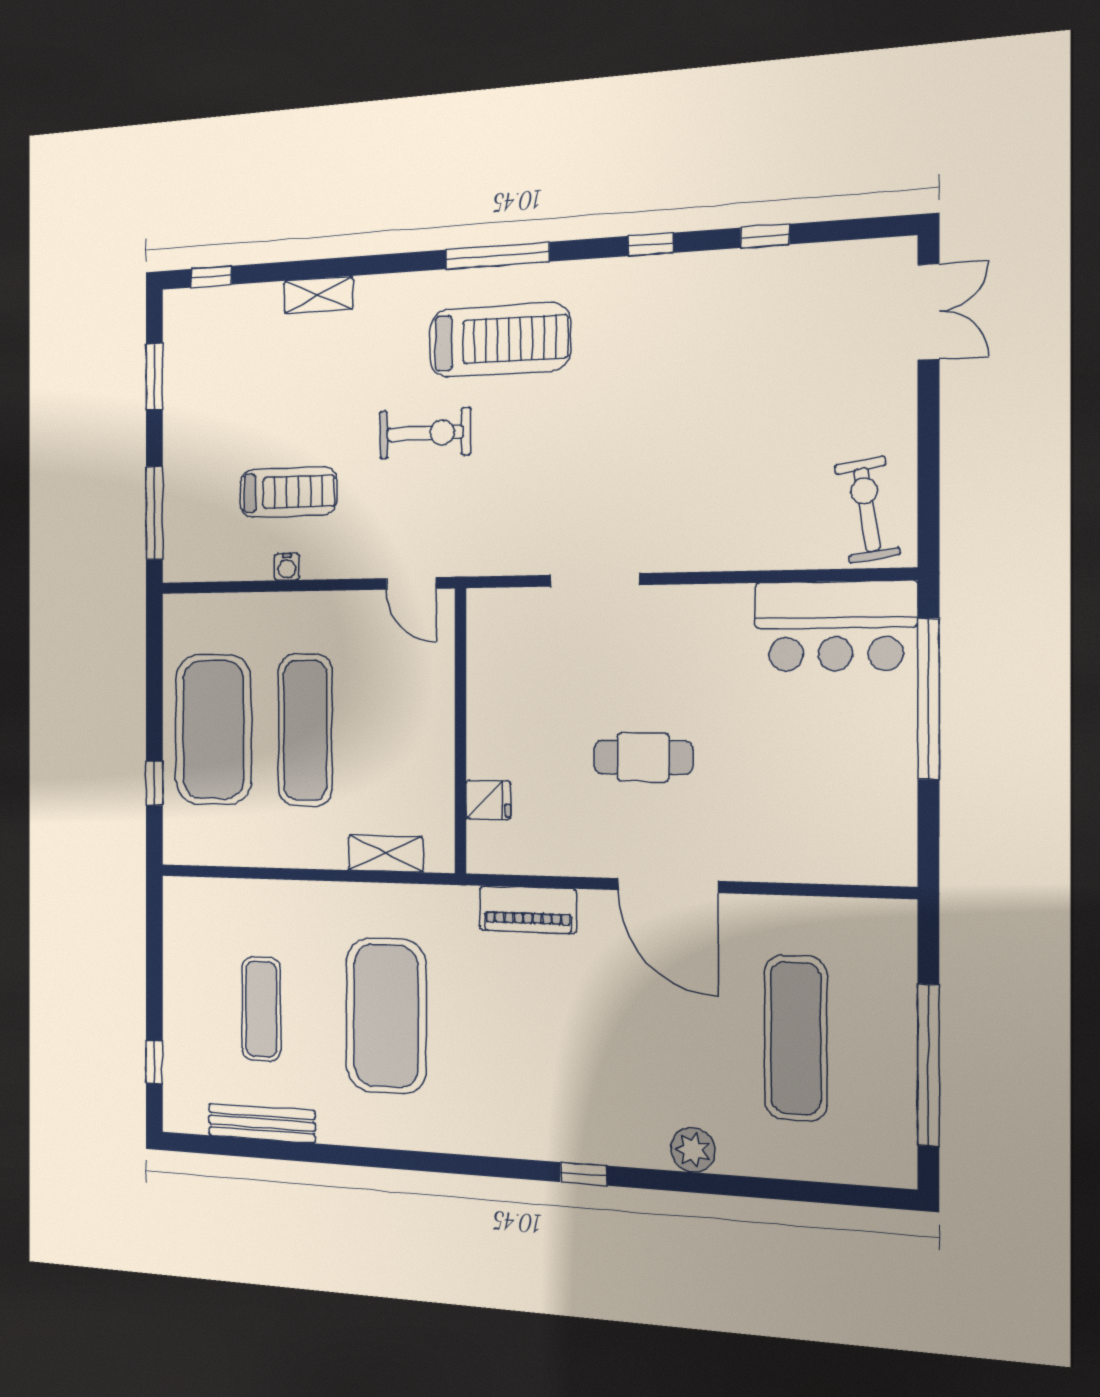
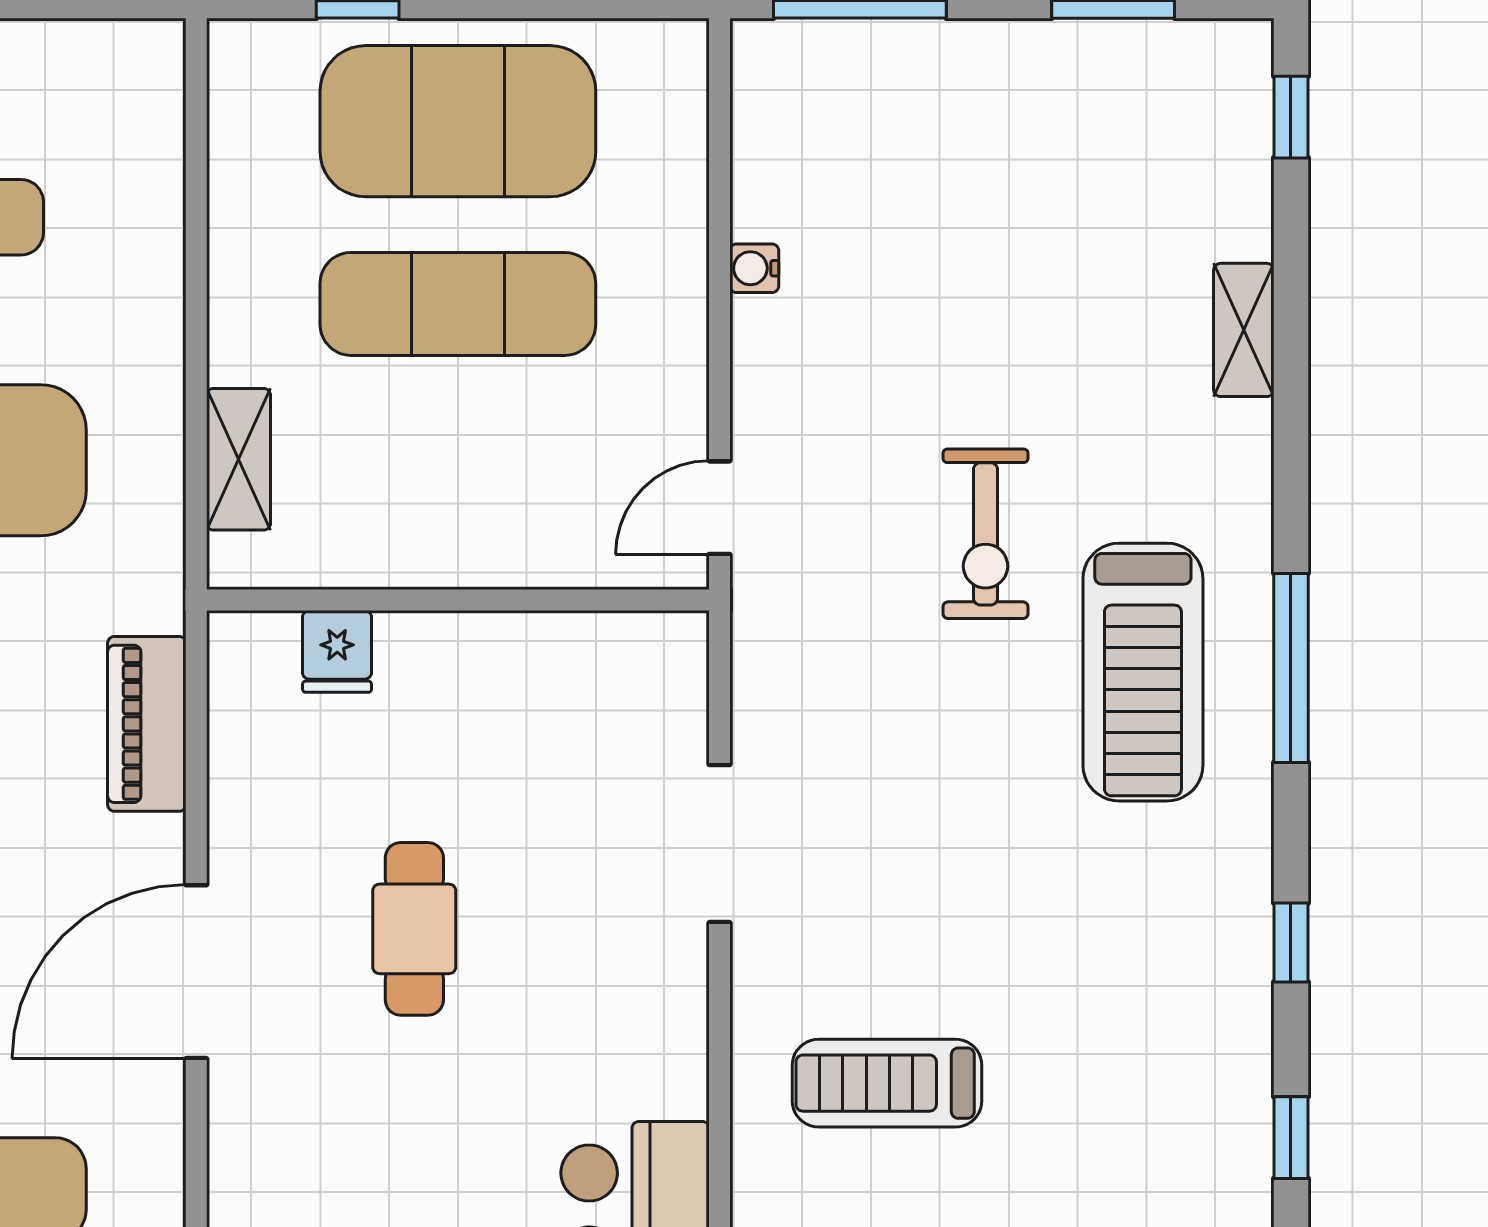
treadmill: (288, 492) -> (887, 1083), moved, turned 90

